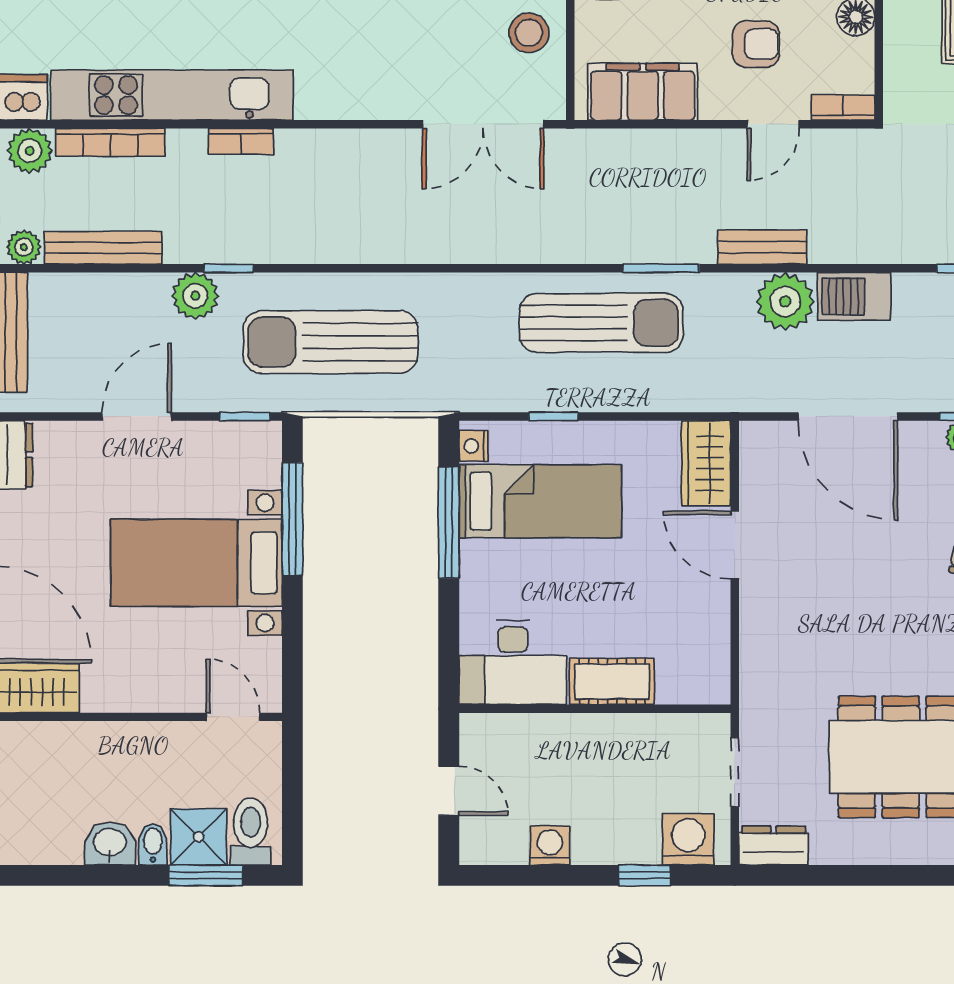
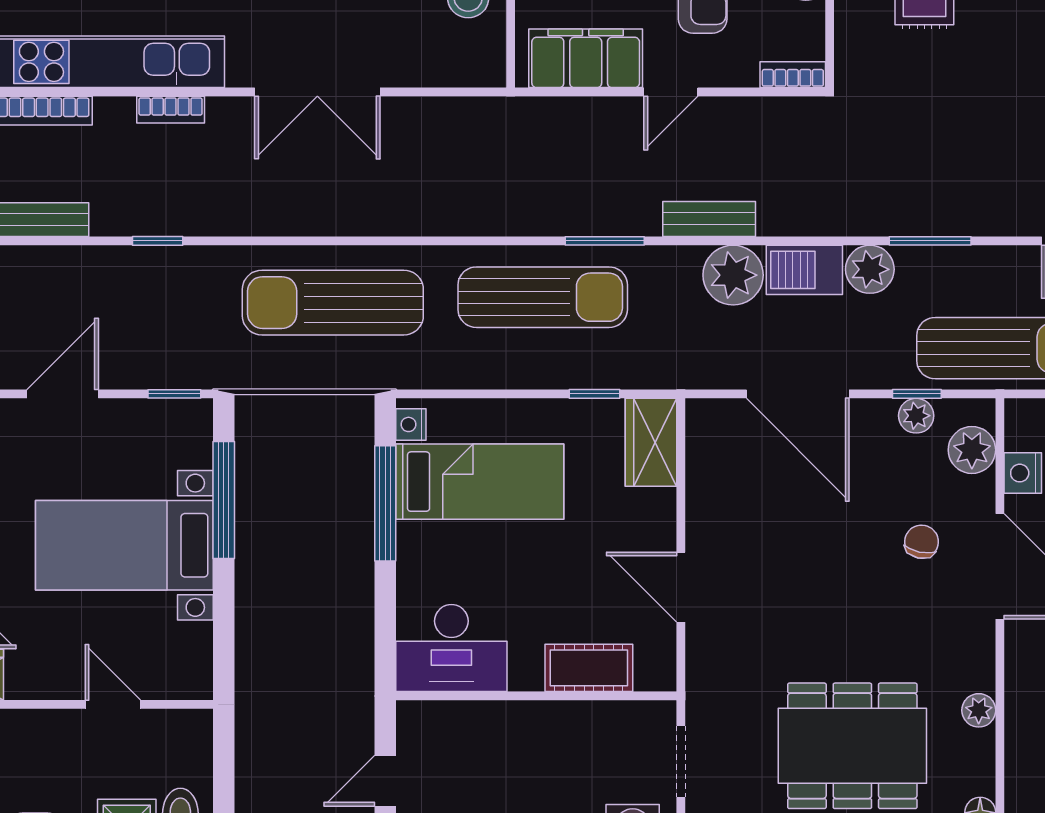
double door: (483, 124) -> (317, 92), moved
door: (773, 124) -> (671, 92), moved
plant: (195, 296) -> (870, 269), moved
sun lounger: (330, 342) -> (333, 303), moved
window: (554, 416) -> (595, 394), moved
door: (735, 545) -> (681, 587), moved
cot: (612, 681) -> (589, 668), moved
door: (233, 717) -> (113, 704), moved
door: (449, 791) -> (385, 781), swing flipped

